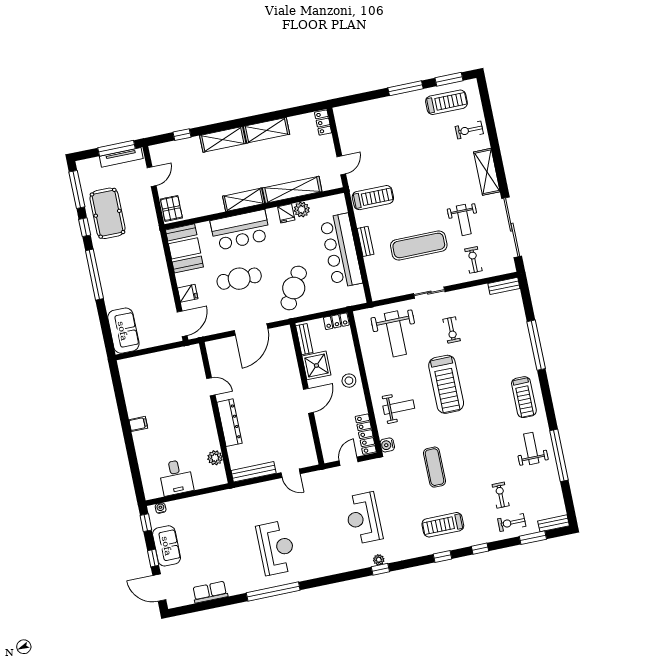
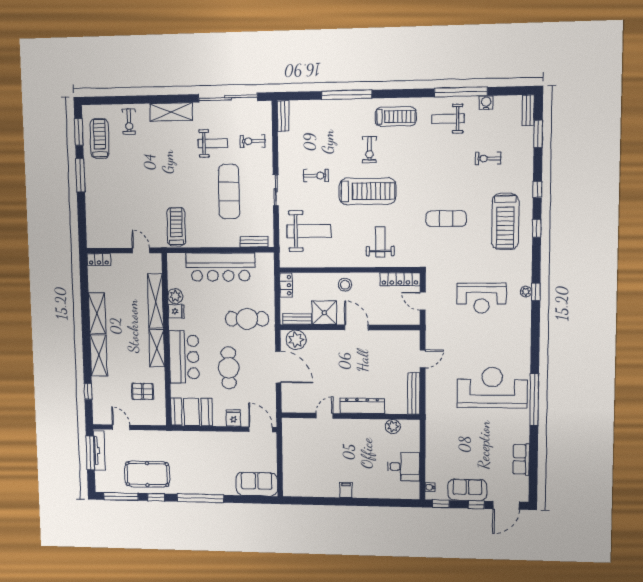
pallet: (171, 208) -> (143, 391), moved
bench: (366, 241) -> (254, 242), moved
cafe table: (294, 288) -> (247, 319), turned -30
plant: (283, 342) -> (296, 340), added
water cooler: (387, 445) -> (486, 103), moved, turned 180
exercise bike: (512, 523) -> (369, 150), moved
treadmill: (443, 525) -> (505, 222), width x1.37, depth x1.38
reception desk: (276, 548) -> (492, 388), width x1.36, depth x1.30

